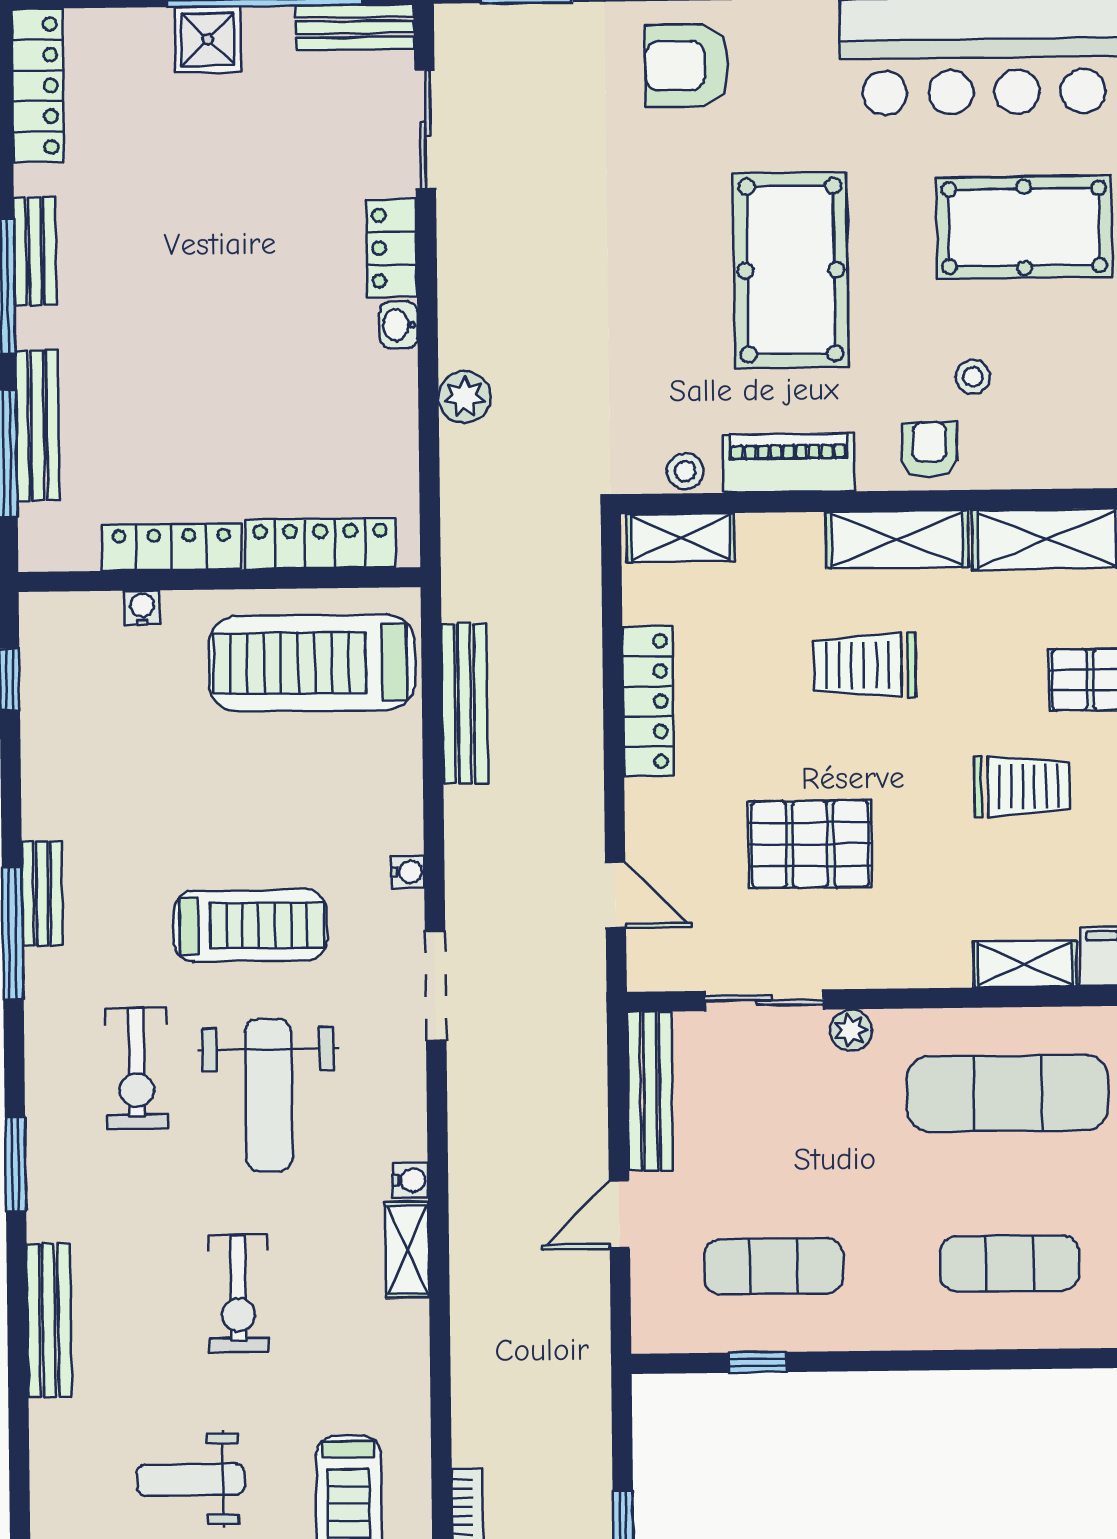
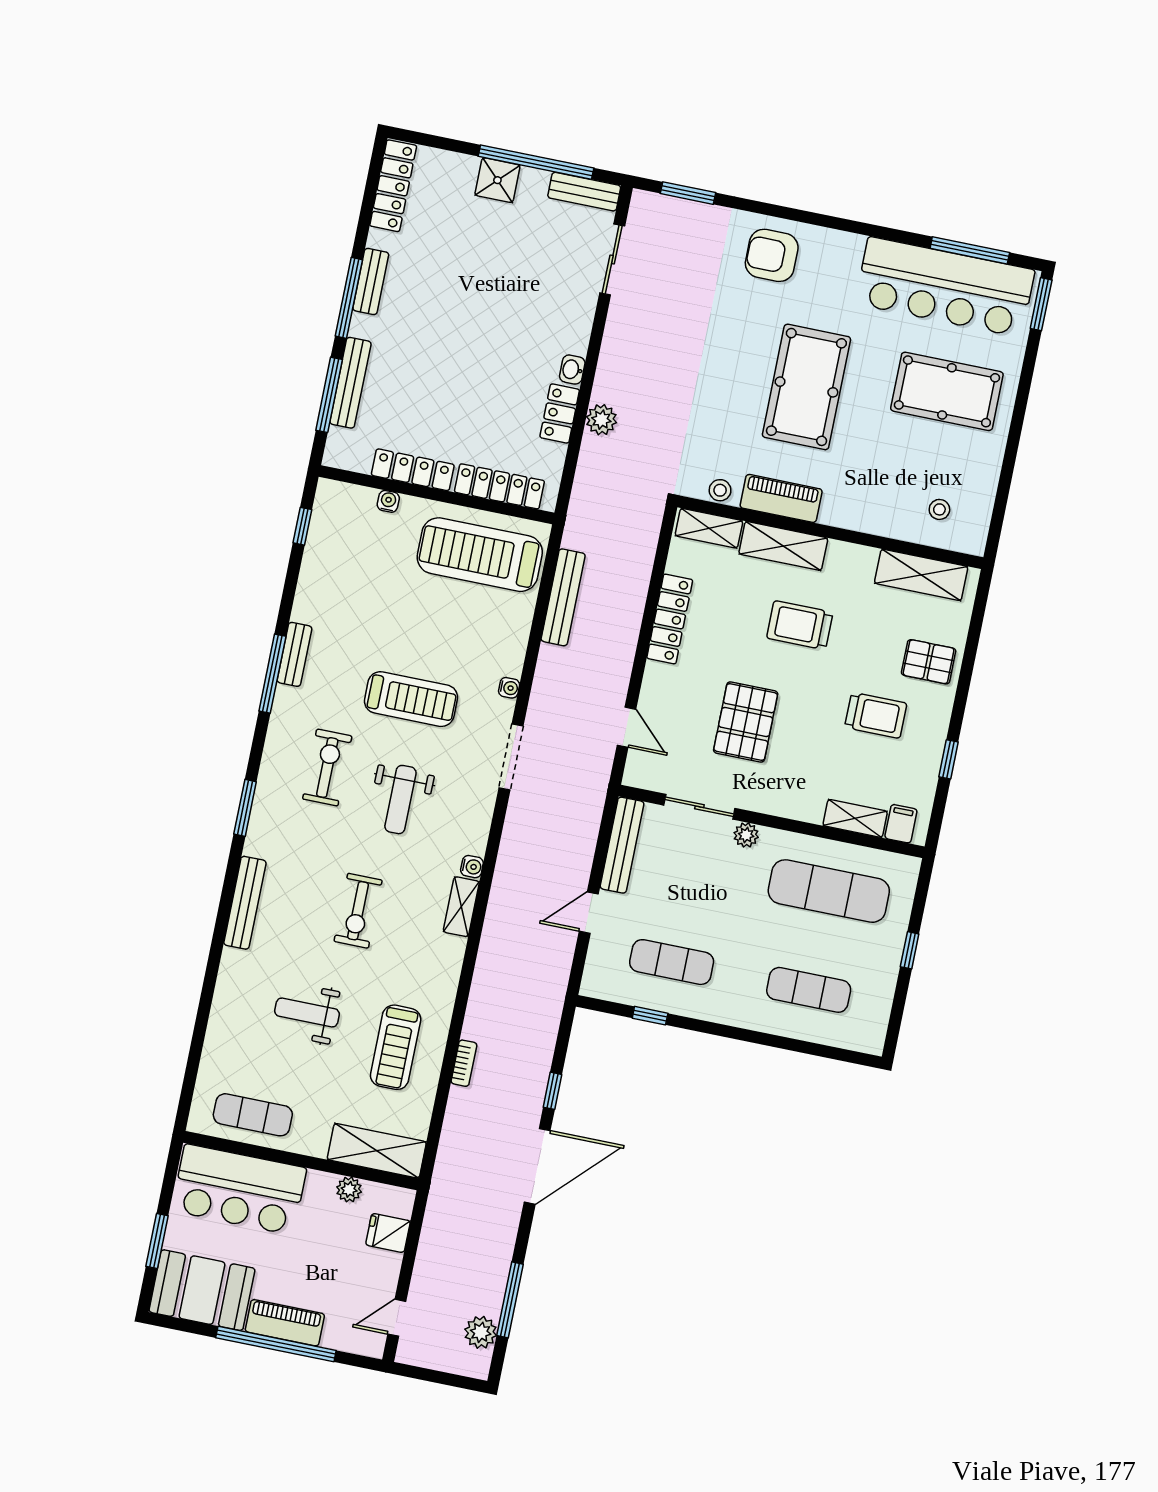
locker: (392, 248) -> (560, 413), moved
stool: (973, 377) -> (939, 509), moved
armchair: (929, 450) -> (864, 508), removed
shelving: (897, 539) -> (783, 546), moved
pallet: (810, 844) -> (746, 722), turned 90
exercise bike: (136, 1068) -> (327, 768), turned 180
weight bench: (269, 1095) -> (400, 800), width x0.73, depth x0.75

